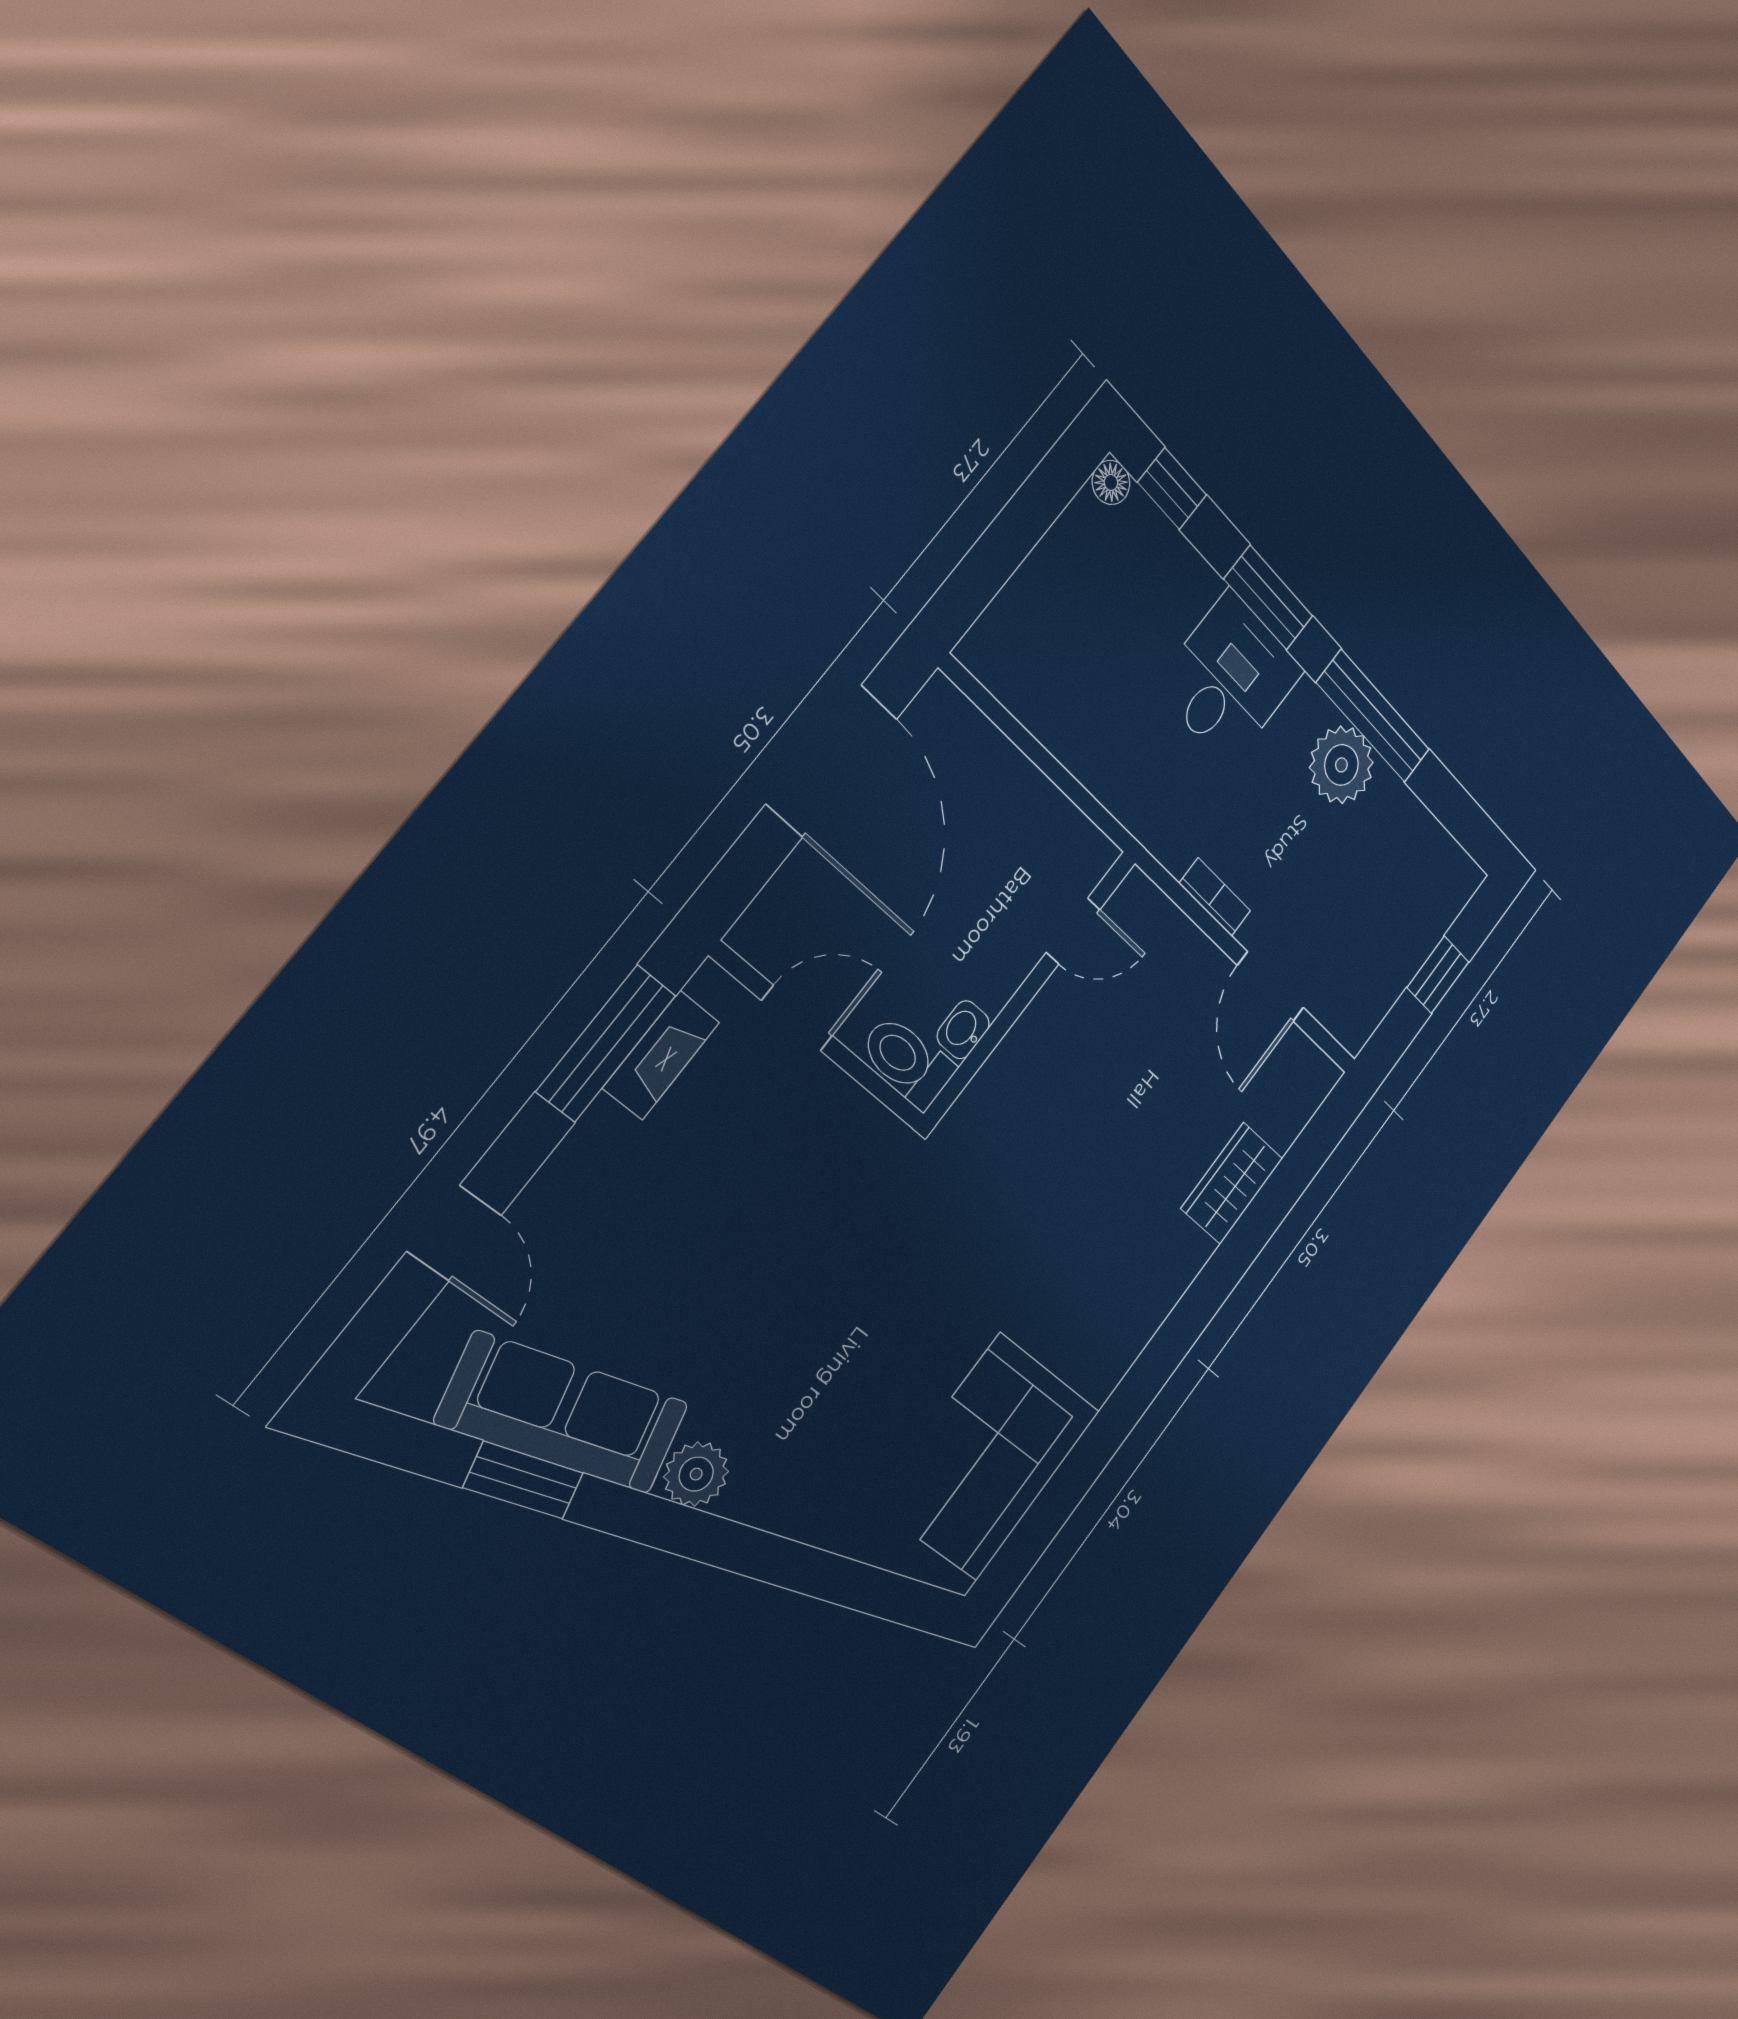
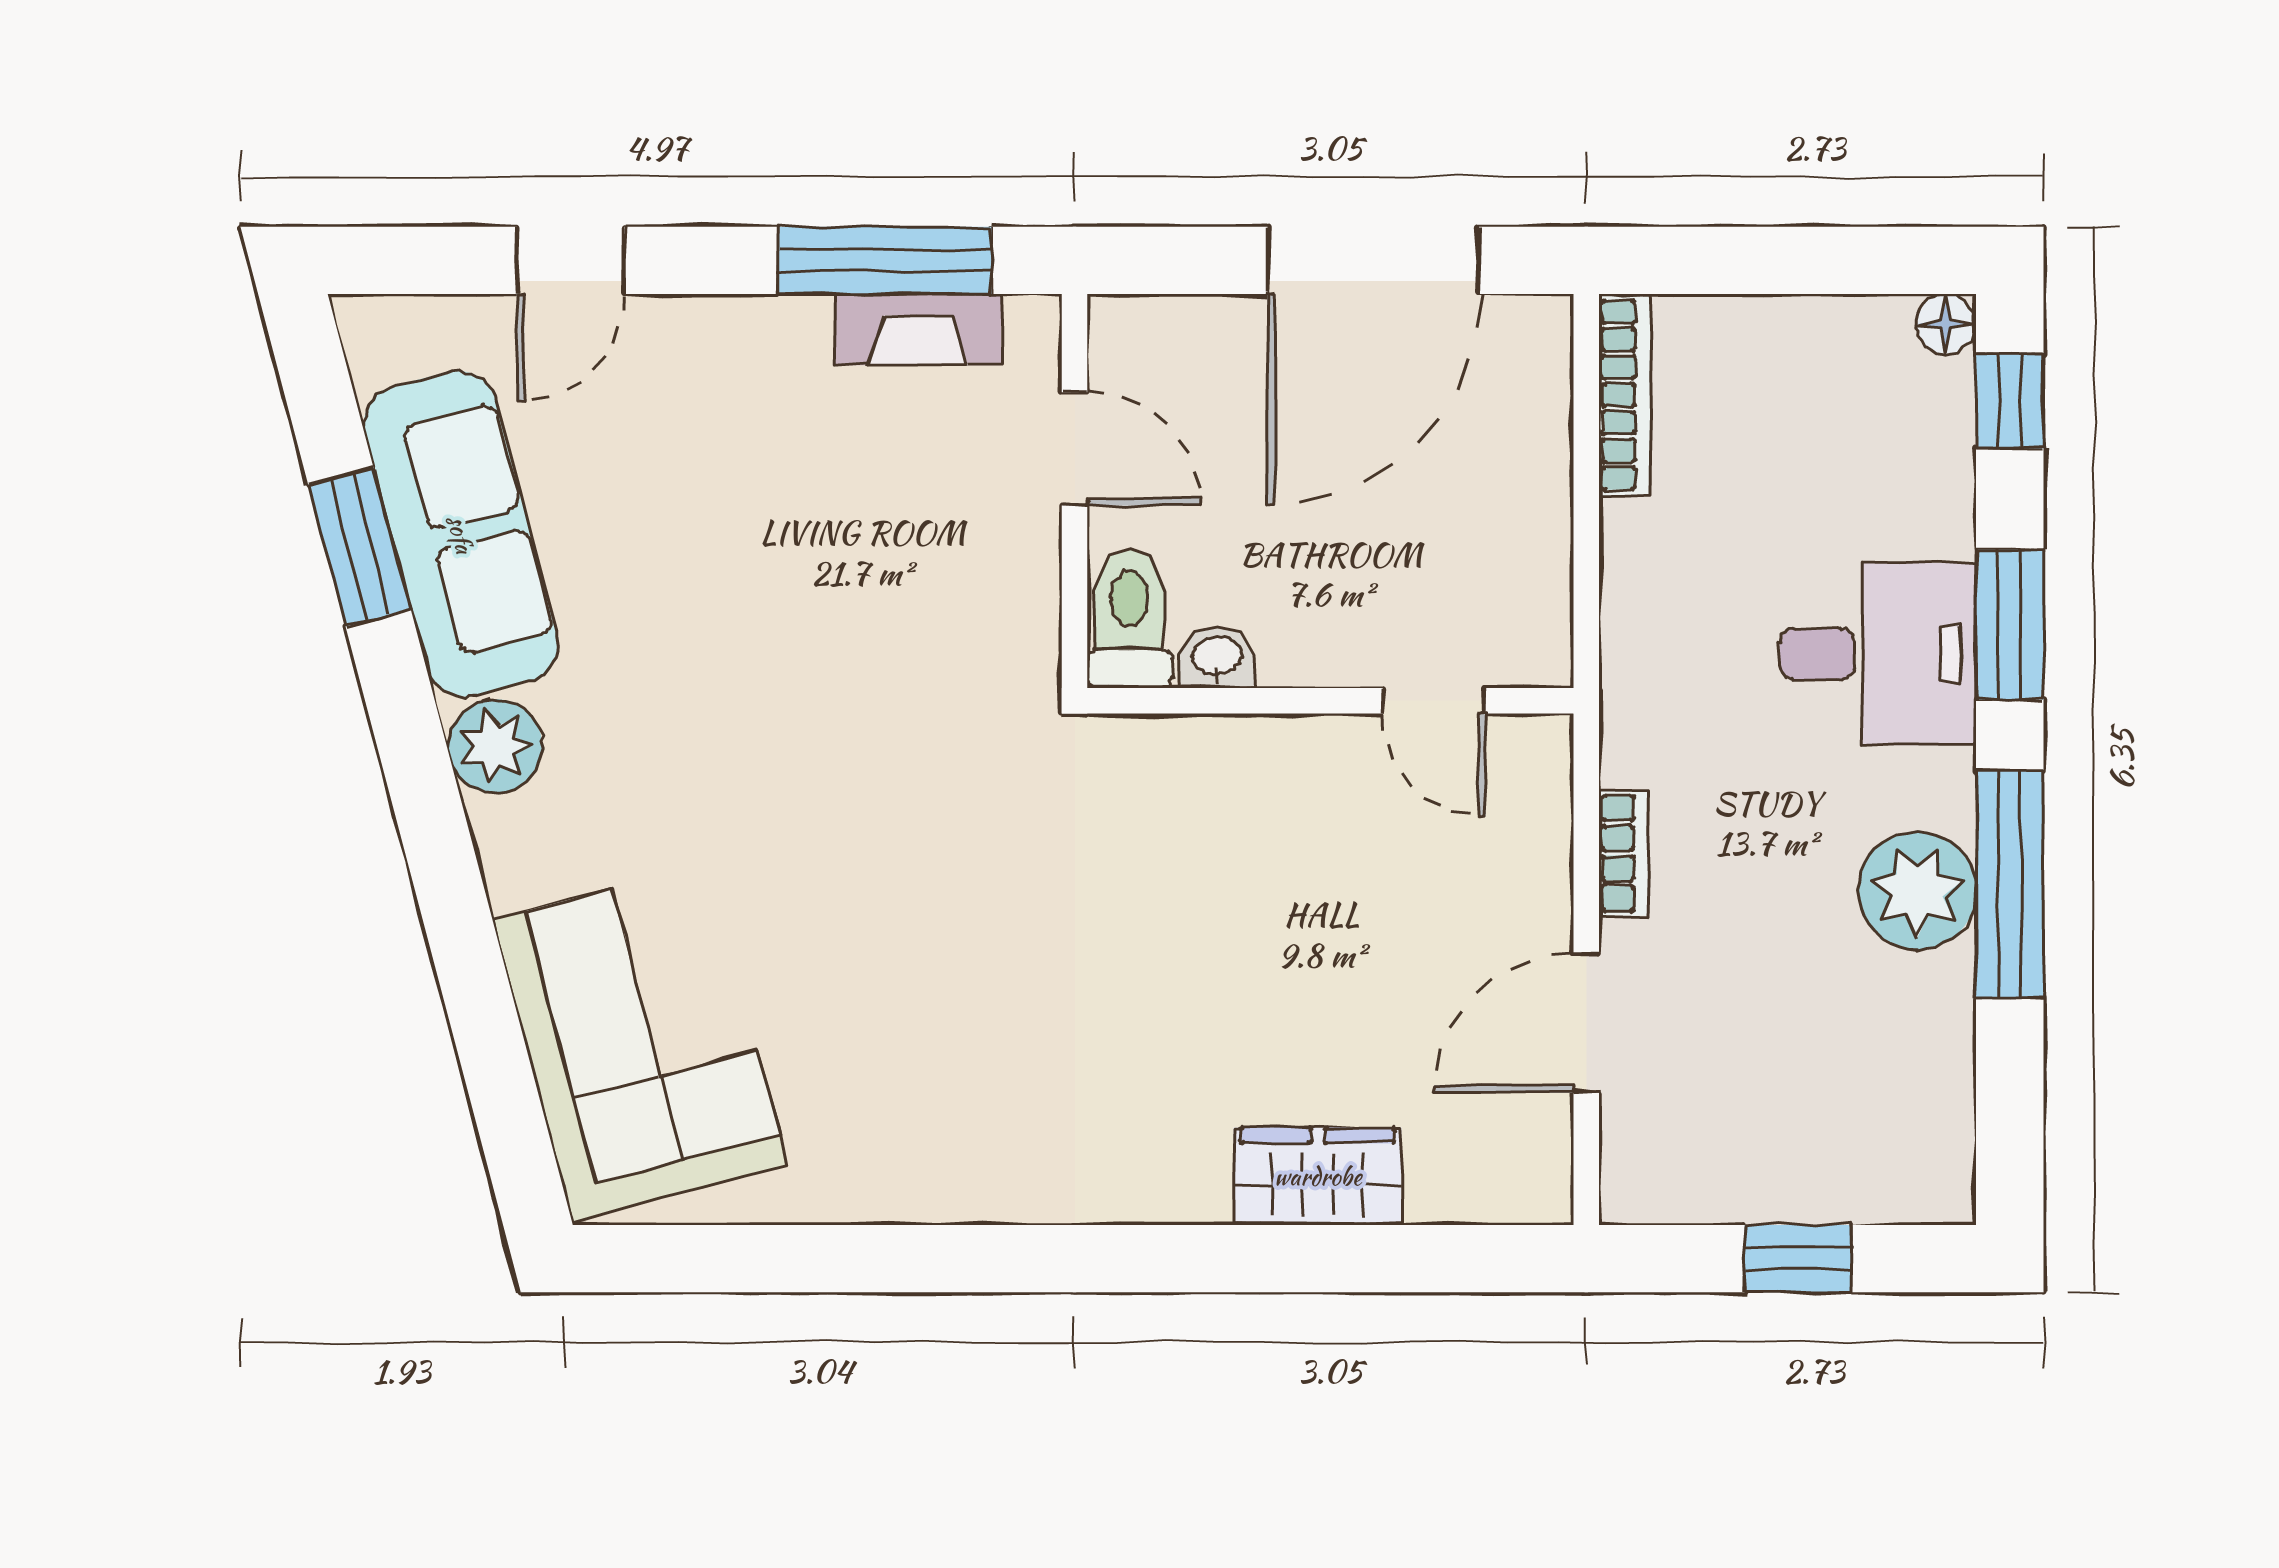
bookcase: (1009, 689) -> (1625, 395), added
corner sofa: (988, 1457) -> (640, 1043), moved, turned 75

